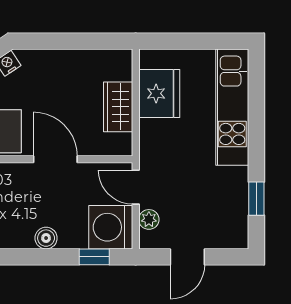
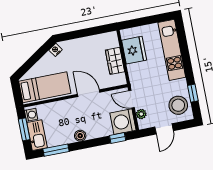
stool: (224, 216) -> (178, 105), added
boiler: (46, 238) -> (80, 136), moved

